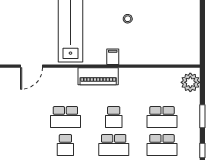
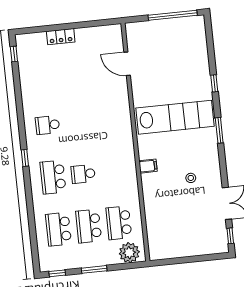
door: (32, 66) -> (127, 64), moved
piano: (98, 76) -> (125, 153), removed
school desk: (65, 117) -> (119, 223), moved

